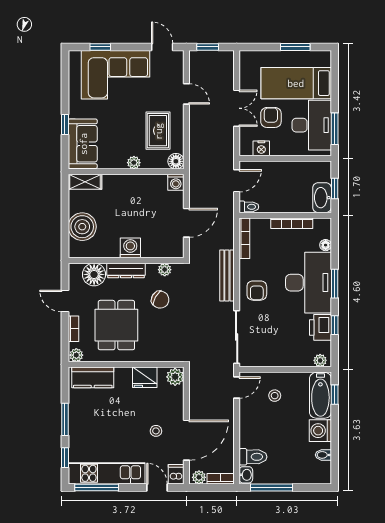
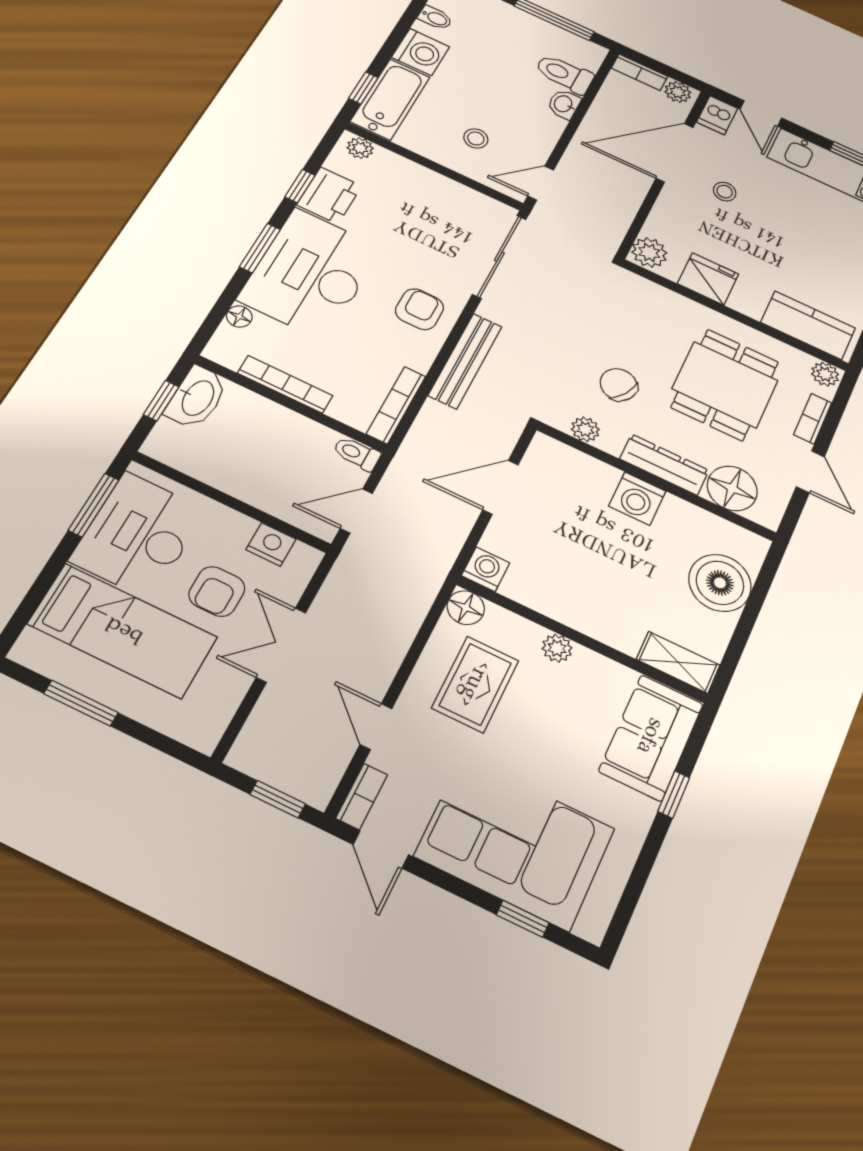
bookcase: (179, 64) -> (362, 797), added
washbasin: (246, 475) -> (564, 104), moved

